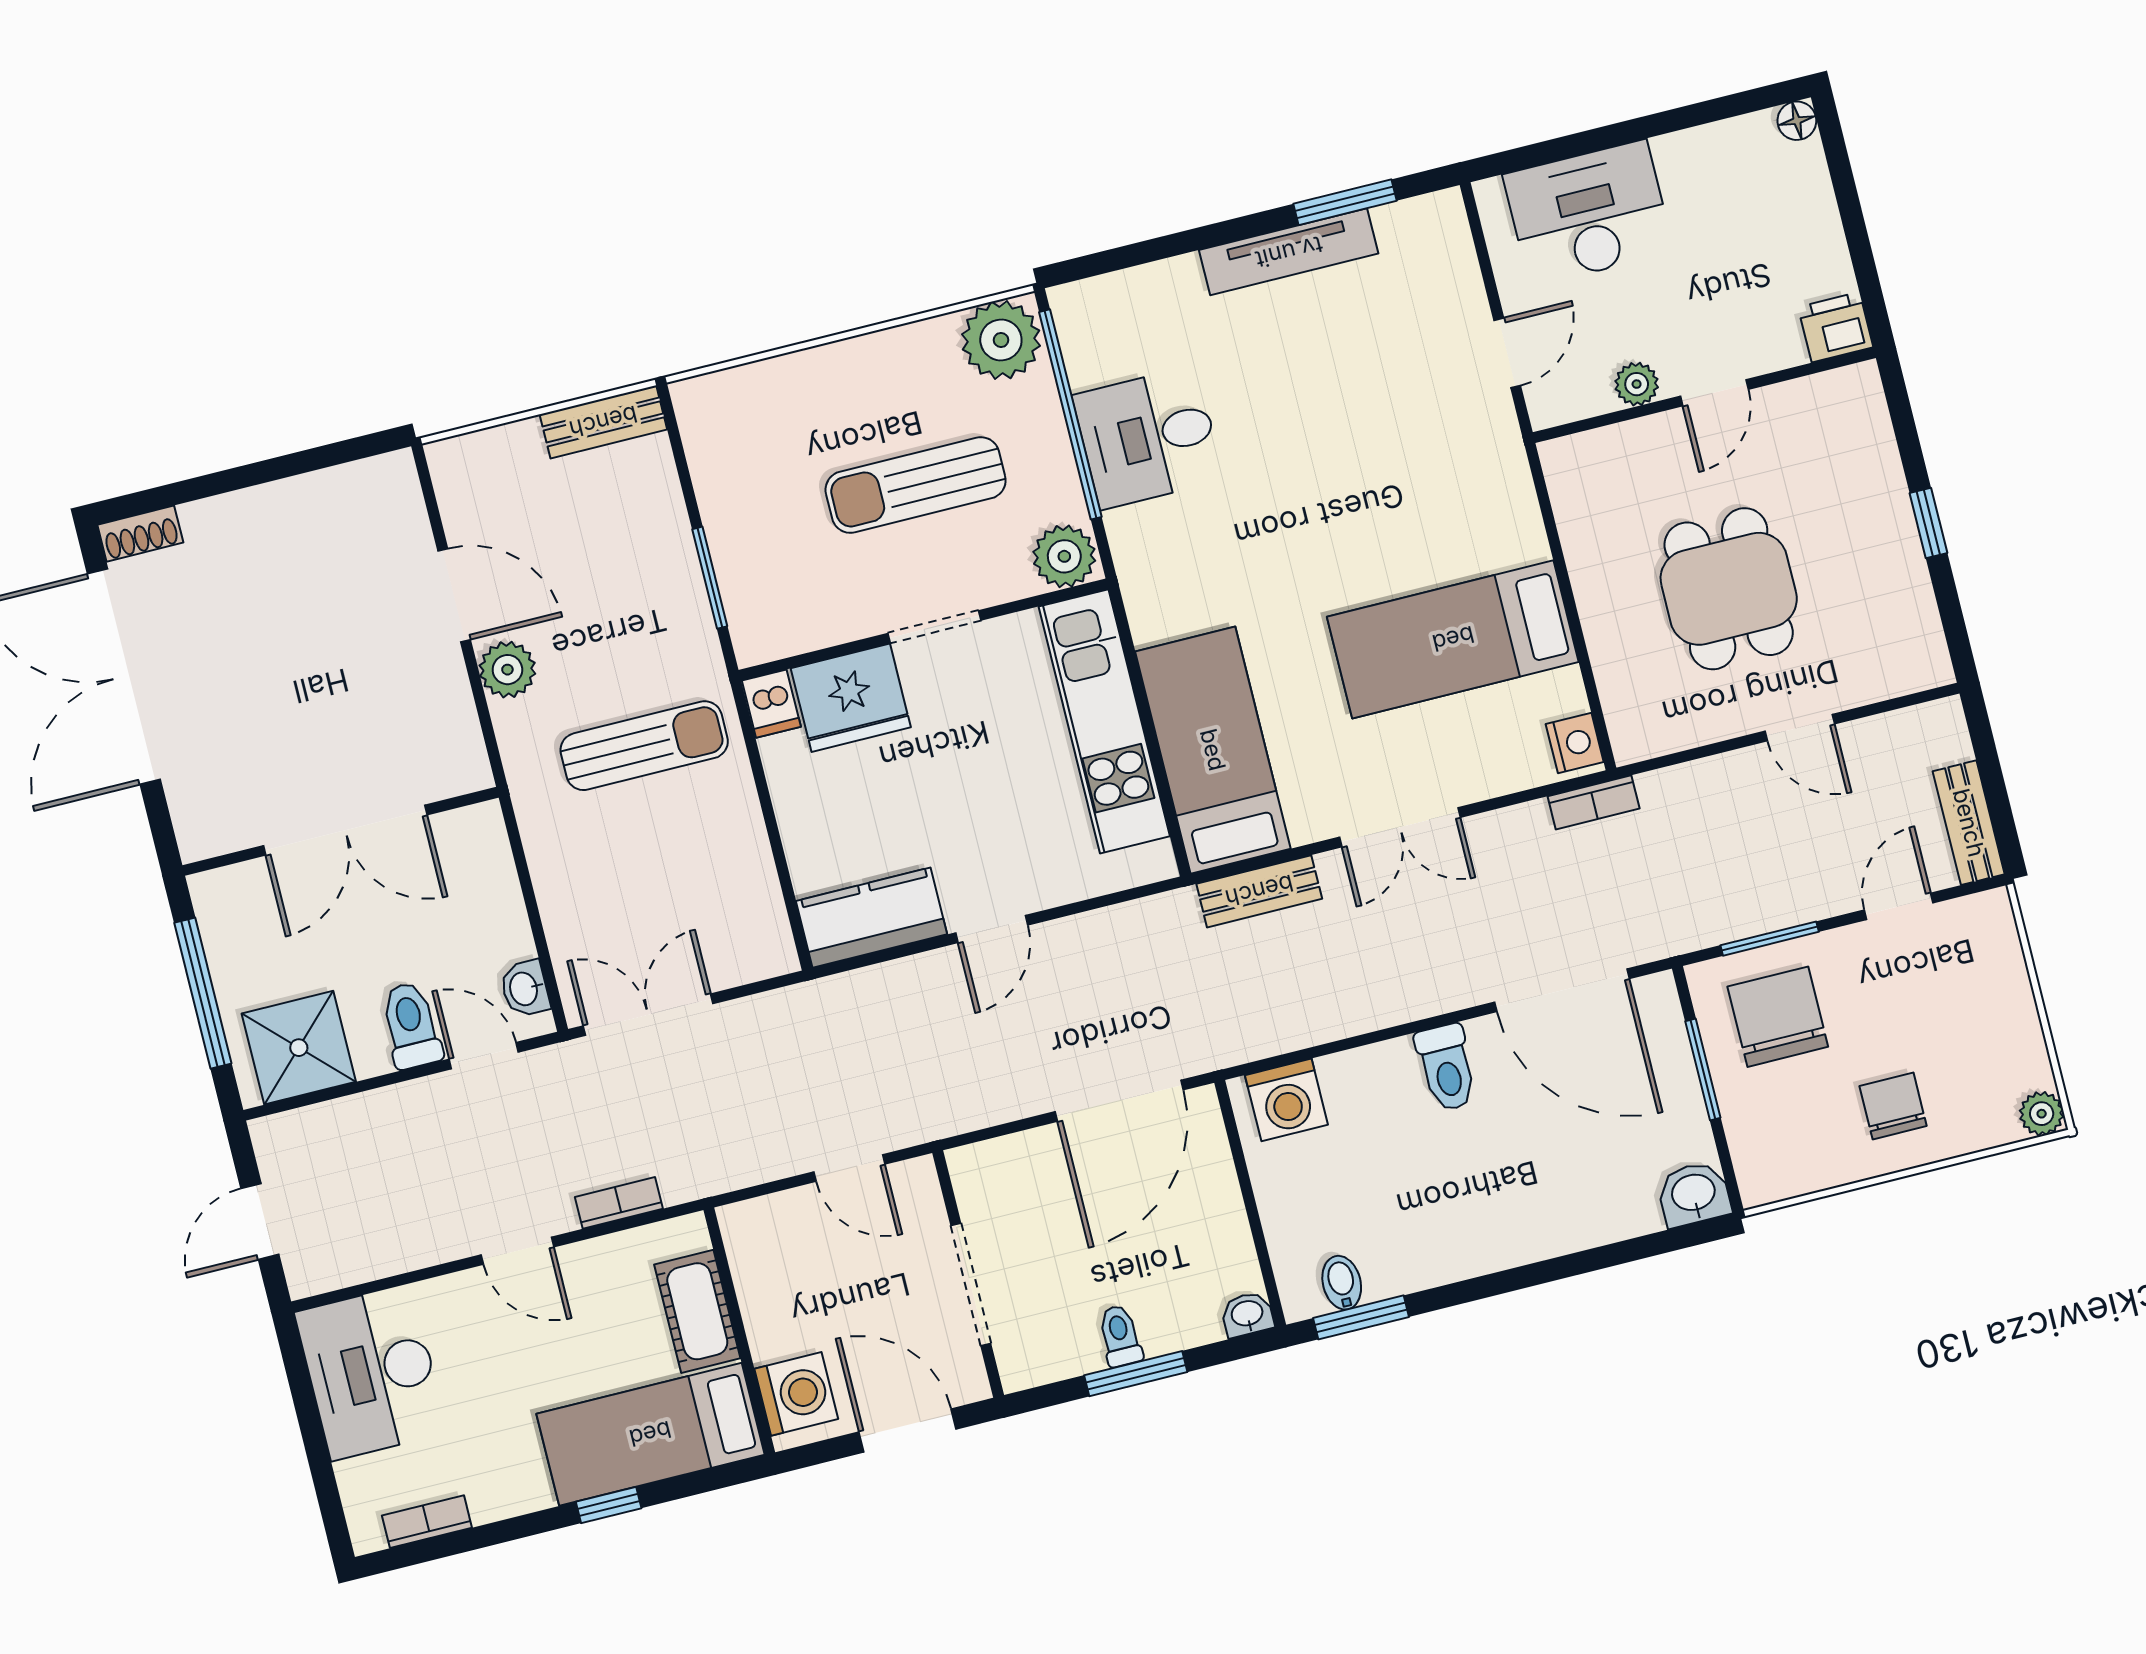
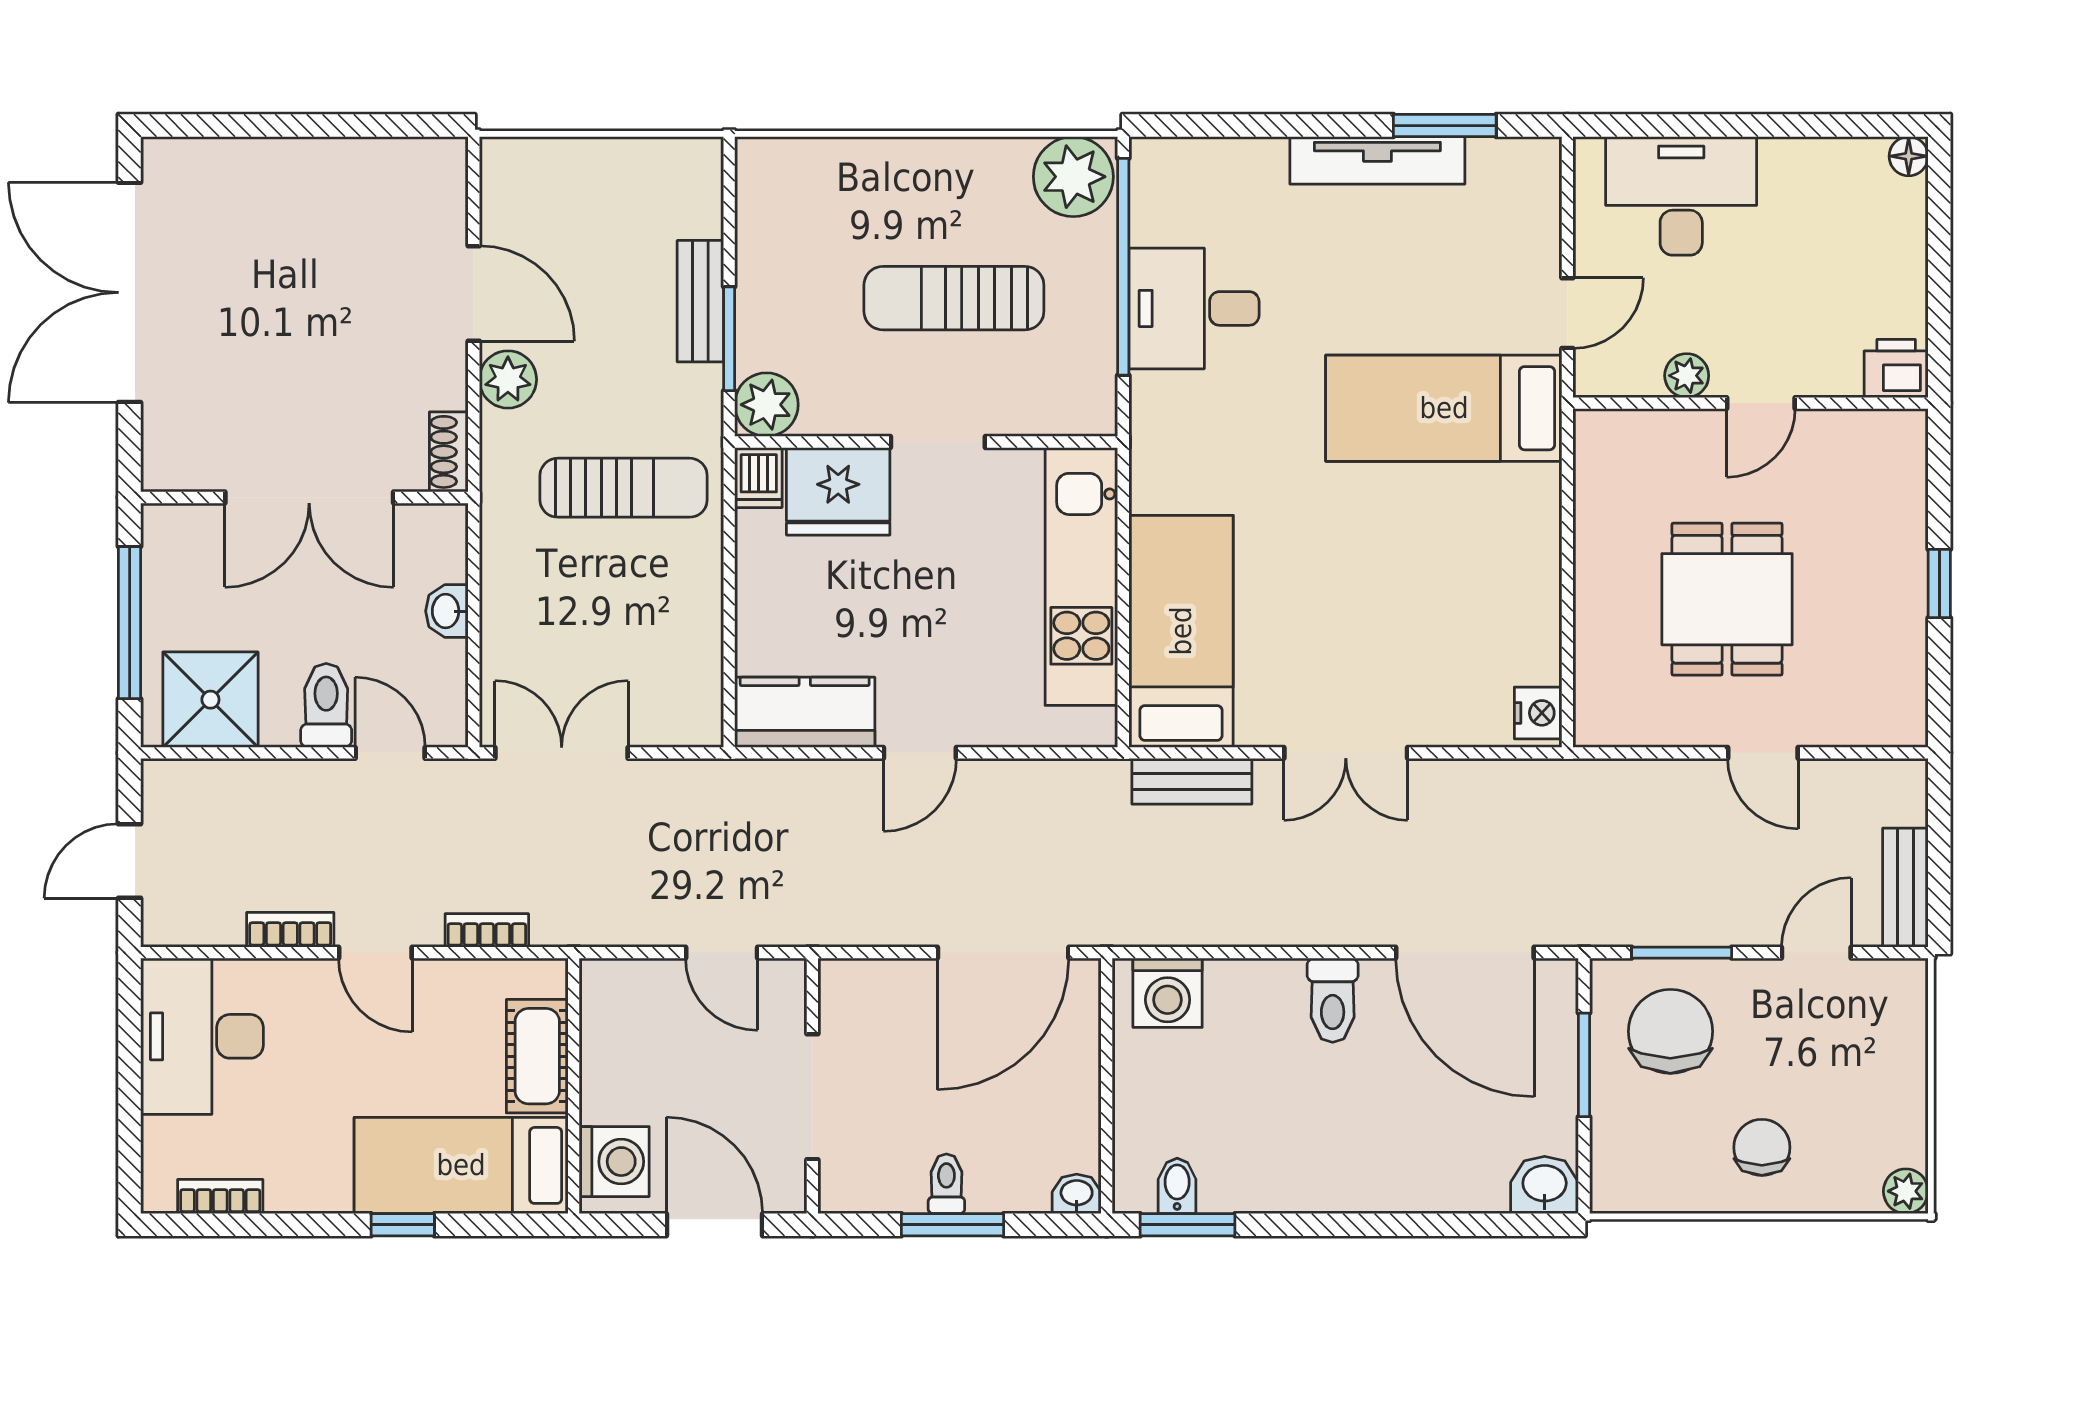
bench: (603, 422) -> (700, 301), moved, turned 90
shoe rack: (140, 534) -> (449, 452), moved, turned 90
plant: (1064, 556) -> (766, 405), moved
bed: (1453, 639) -> (1444, 408), moved
bookcase: (1594, 802) -> (290, 930), moved, turned 180
washbasin: (525, 989) -> (447, 611), moved

